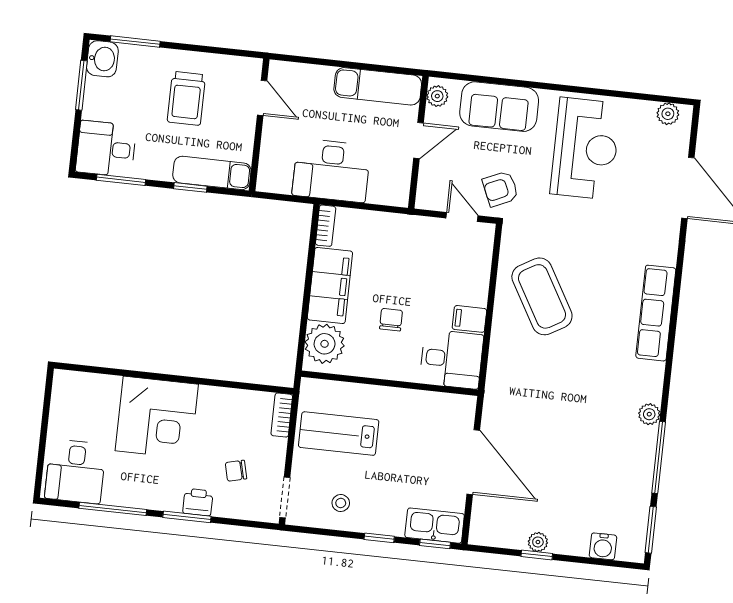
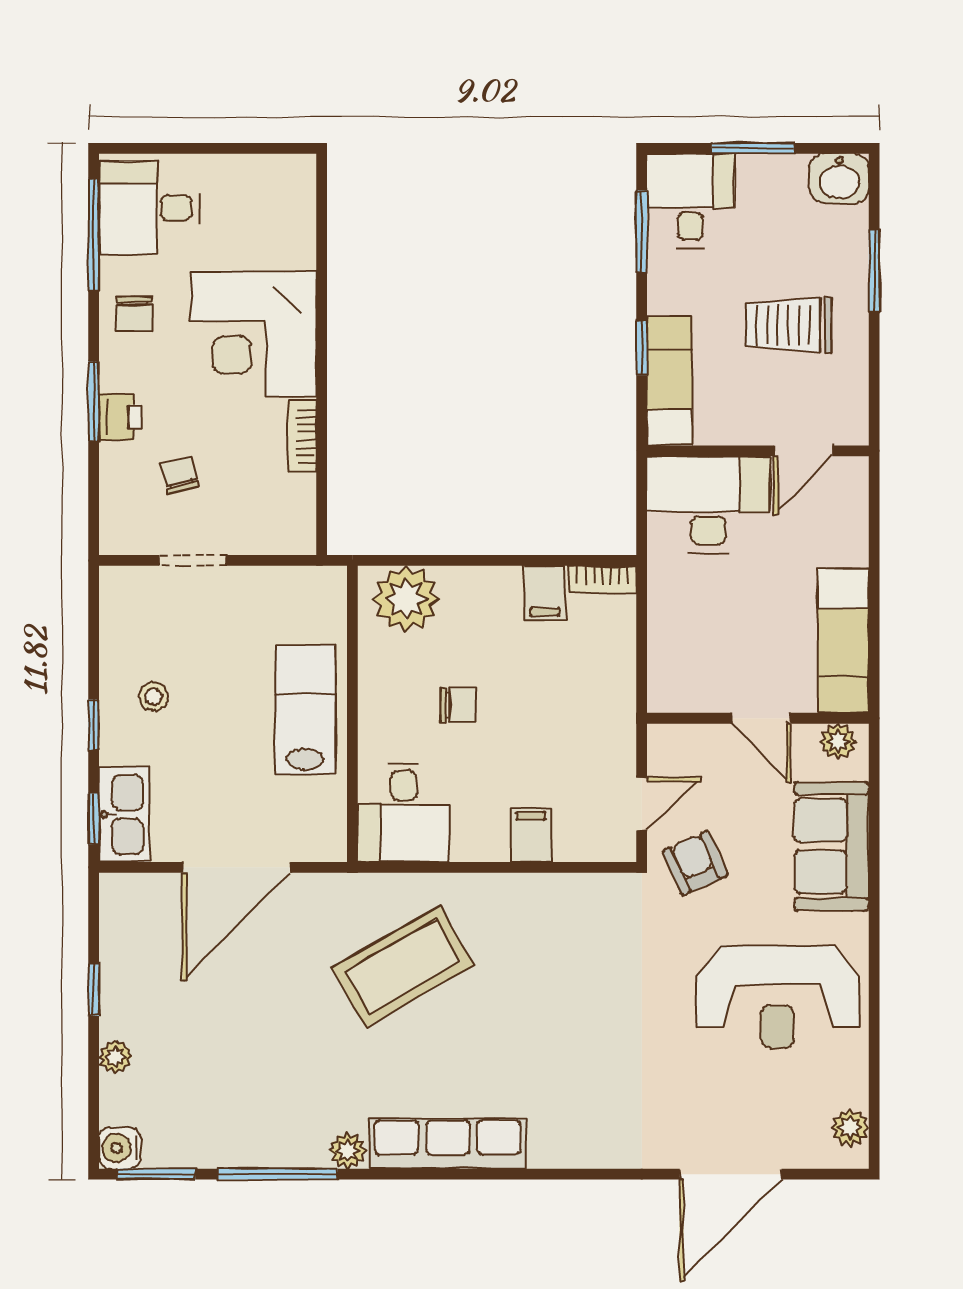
window: (135, 42) -> (874, 270), moved
window: (81, 85) -> (753, 148), moved
desk: (331, 170) -> (708, 504), moved, turned 90
filing cabinet: (330, 286) -> (545, 593), width x0.33, depth x0.86
coffee table: (542, 296) -> (403, 966), moved
row of seats: (656, 313) -> (448, 1144), moved
filing cabinet: (469, 319) -> (531, 835), moved
bookcase: (282, 415) -> (302, 436), moved, turned -90
lab bench: (339, 434) -> (305, 710), moved
chair: (137, 487) -> (134, 314), added
doorway: (285, 497) -> (193, 560), moved
stool: (341, 503) -> (154, 696), moved
window: (113, 509) -> (94, 235), moved
plant: (538, 542) -> (115, 1057), moved
water cooler: (603, 546) -> (120, 1148), moved

